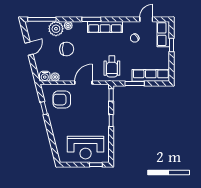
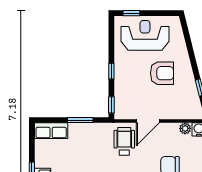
wheelchair: (112, 66) -> (124, 141), moved
row of seats: (151, 75) -> (51, 131), width x0.68
armchair: (62, 100) -> (162, 73), moved

